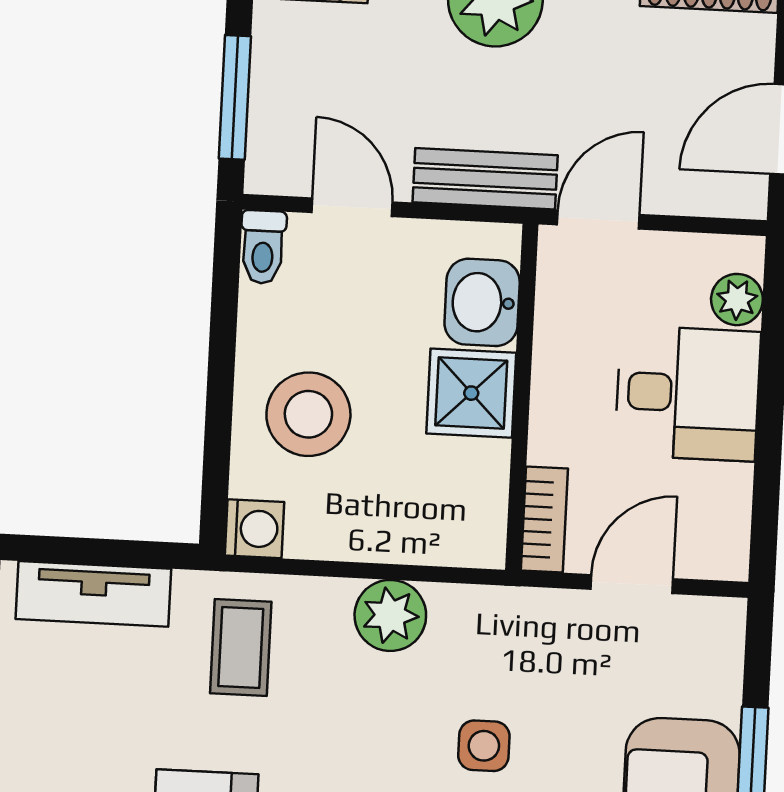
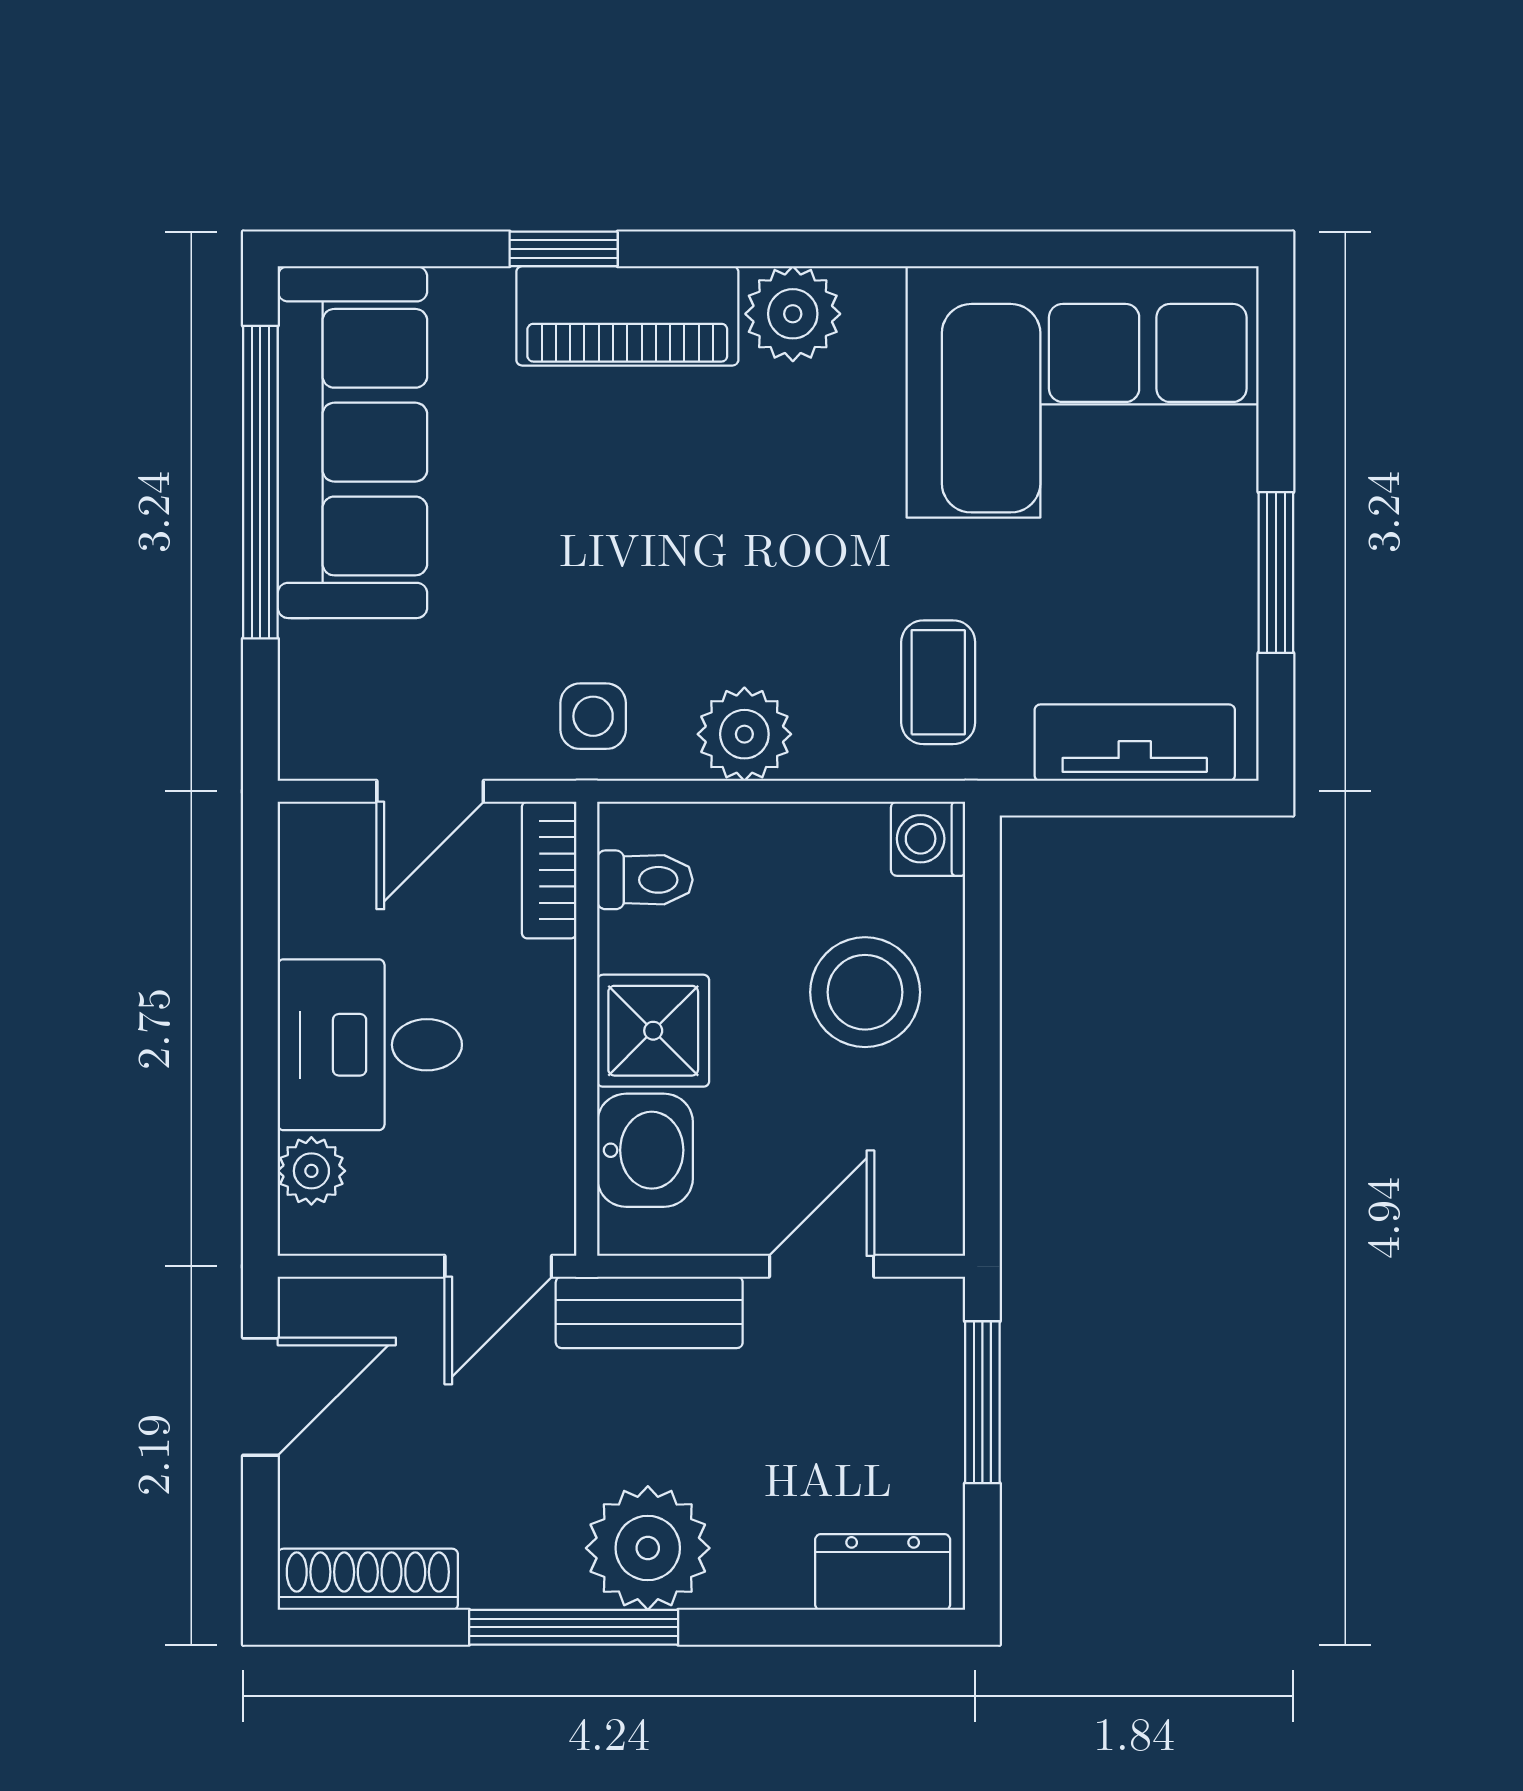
door: (352, 207) -> (822, 1266), swing flipped
toilet: (263, 247) -> (645, 880), moved, turned 90
side table: (484, 746) -> (593, 716), moved

